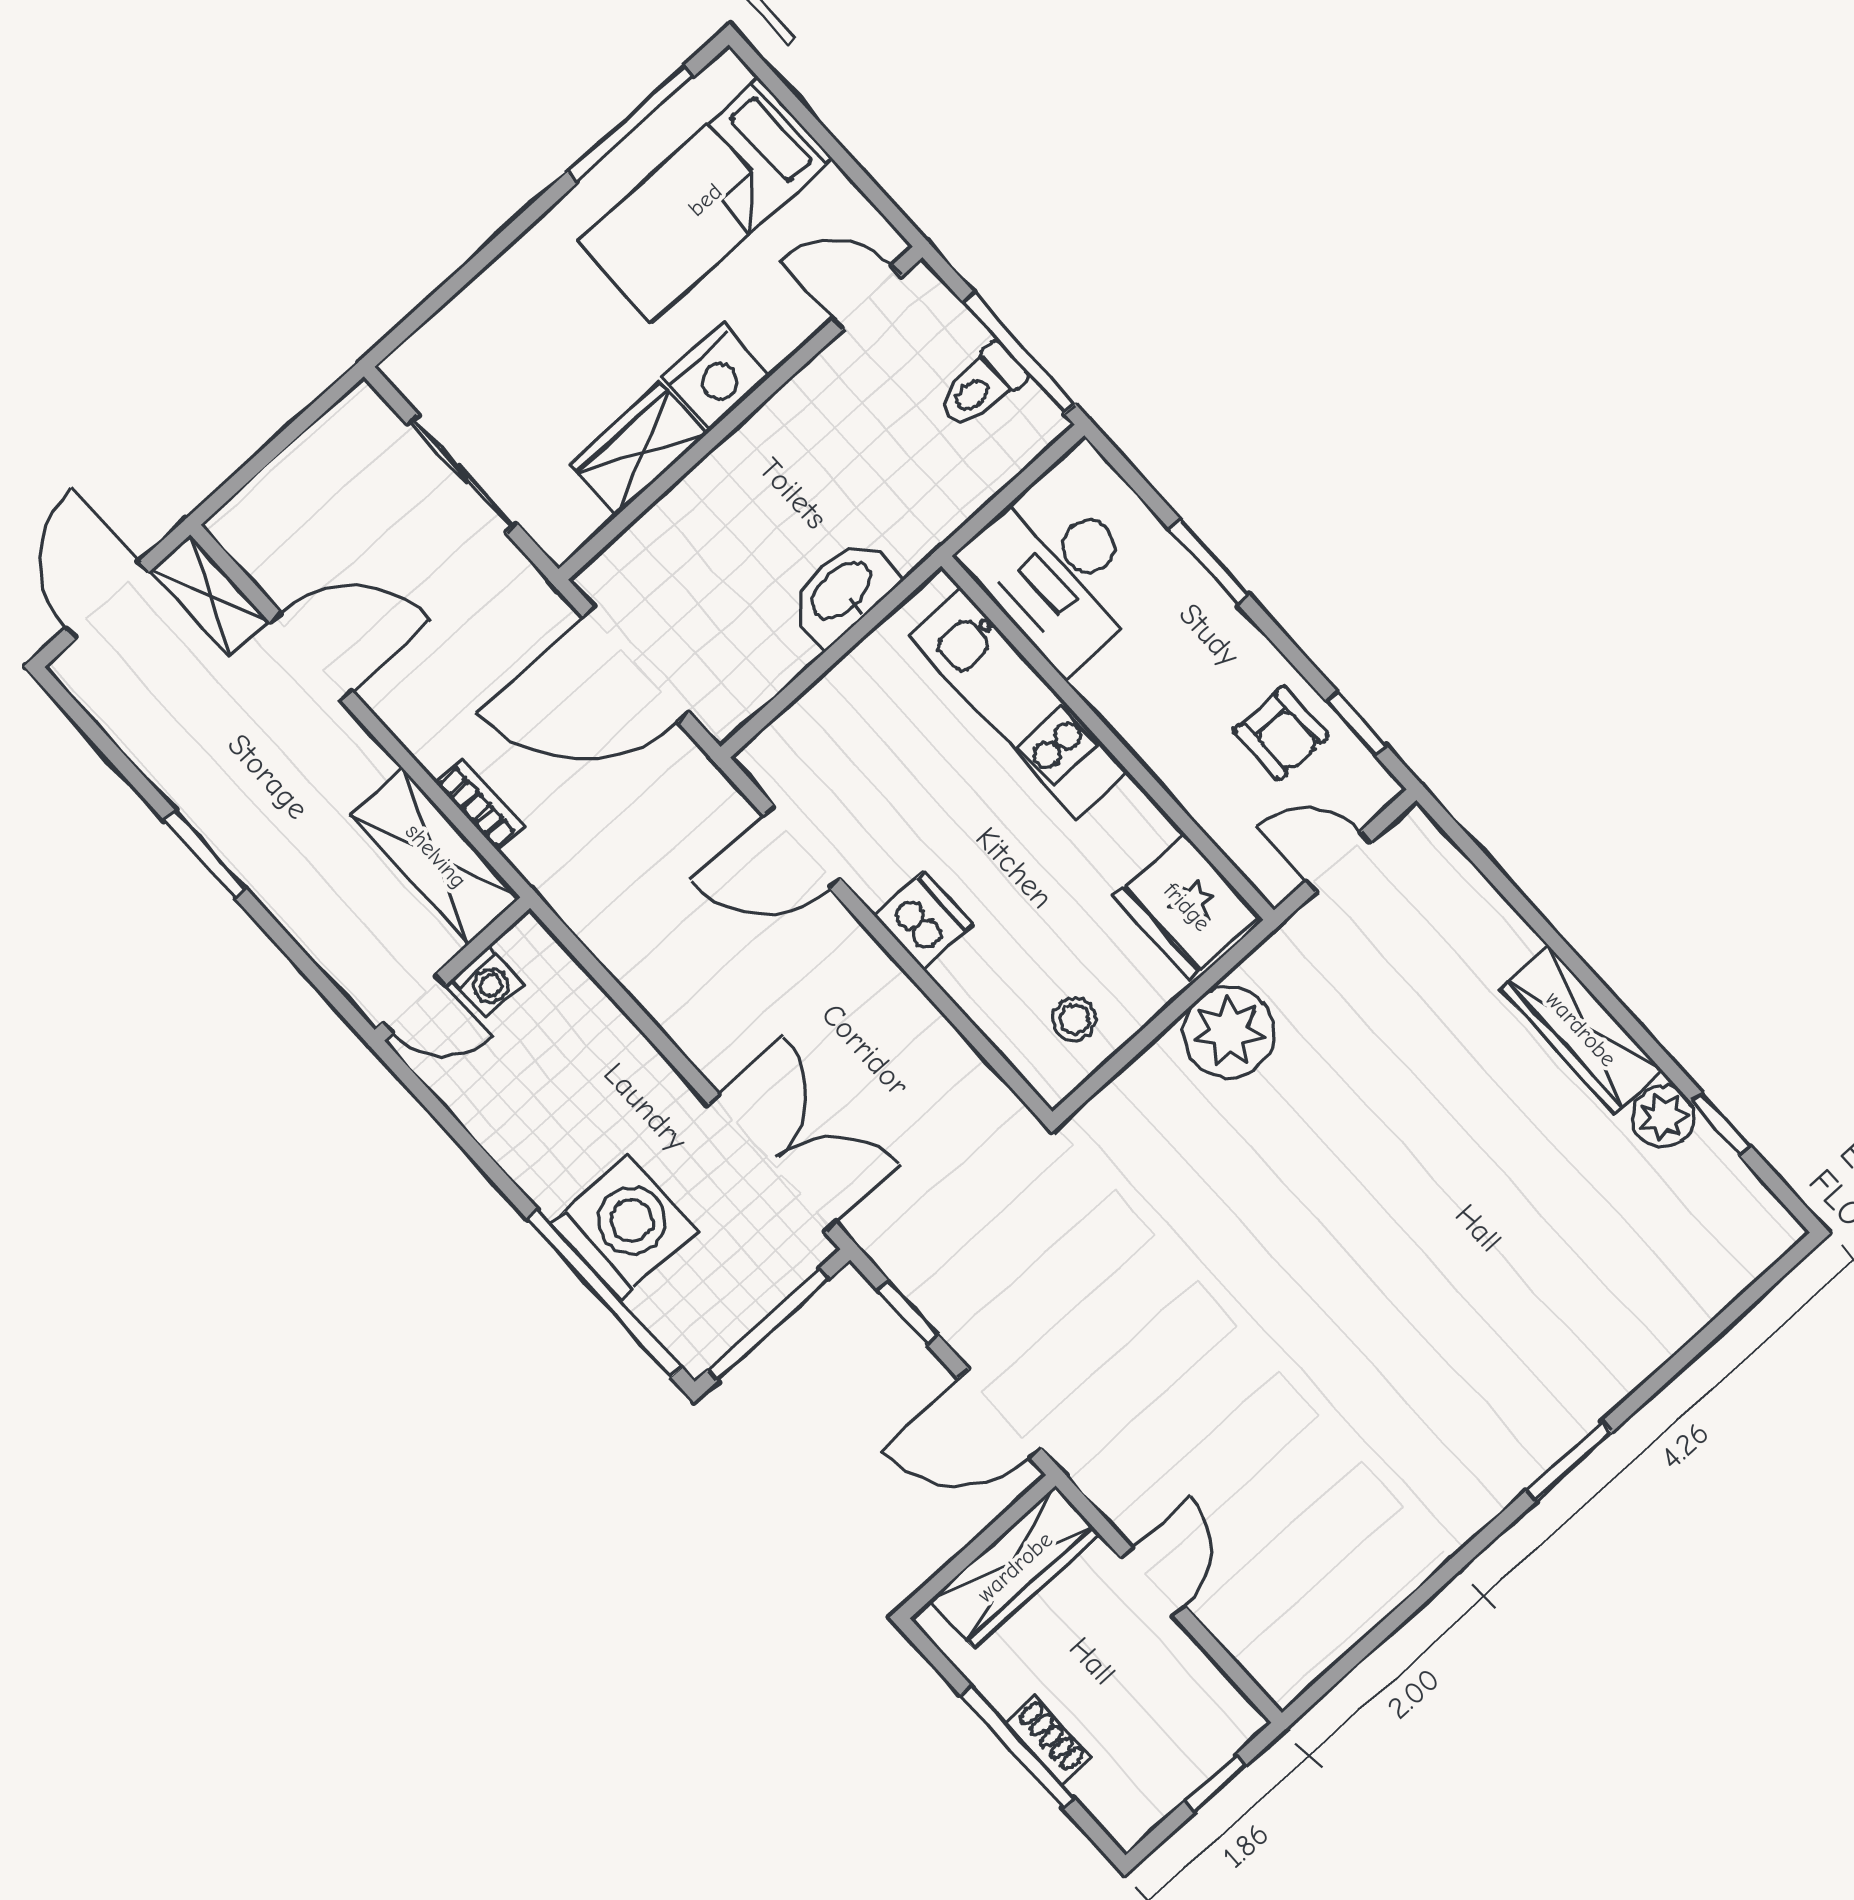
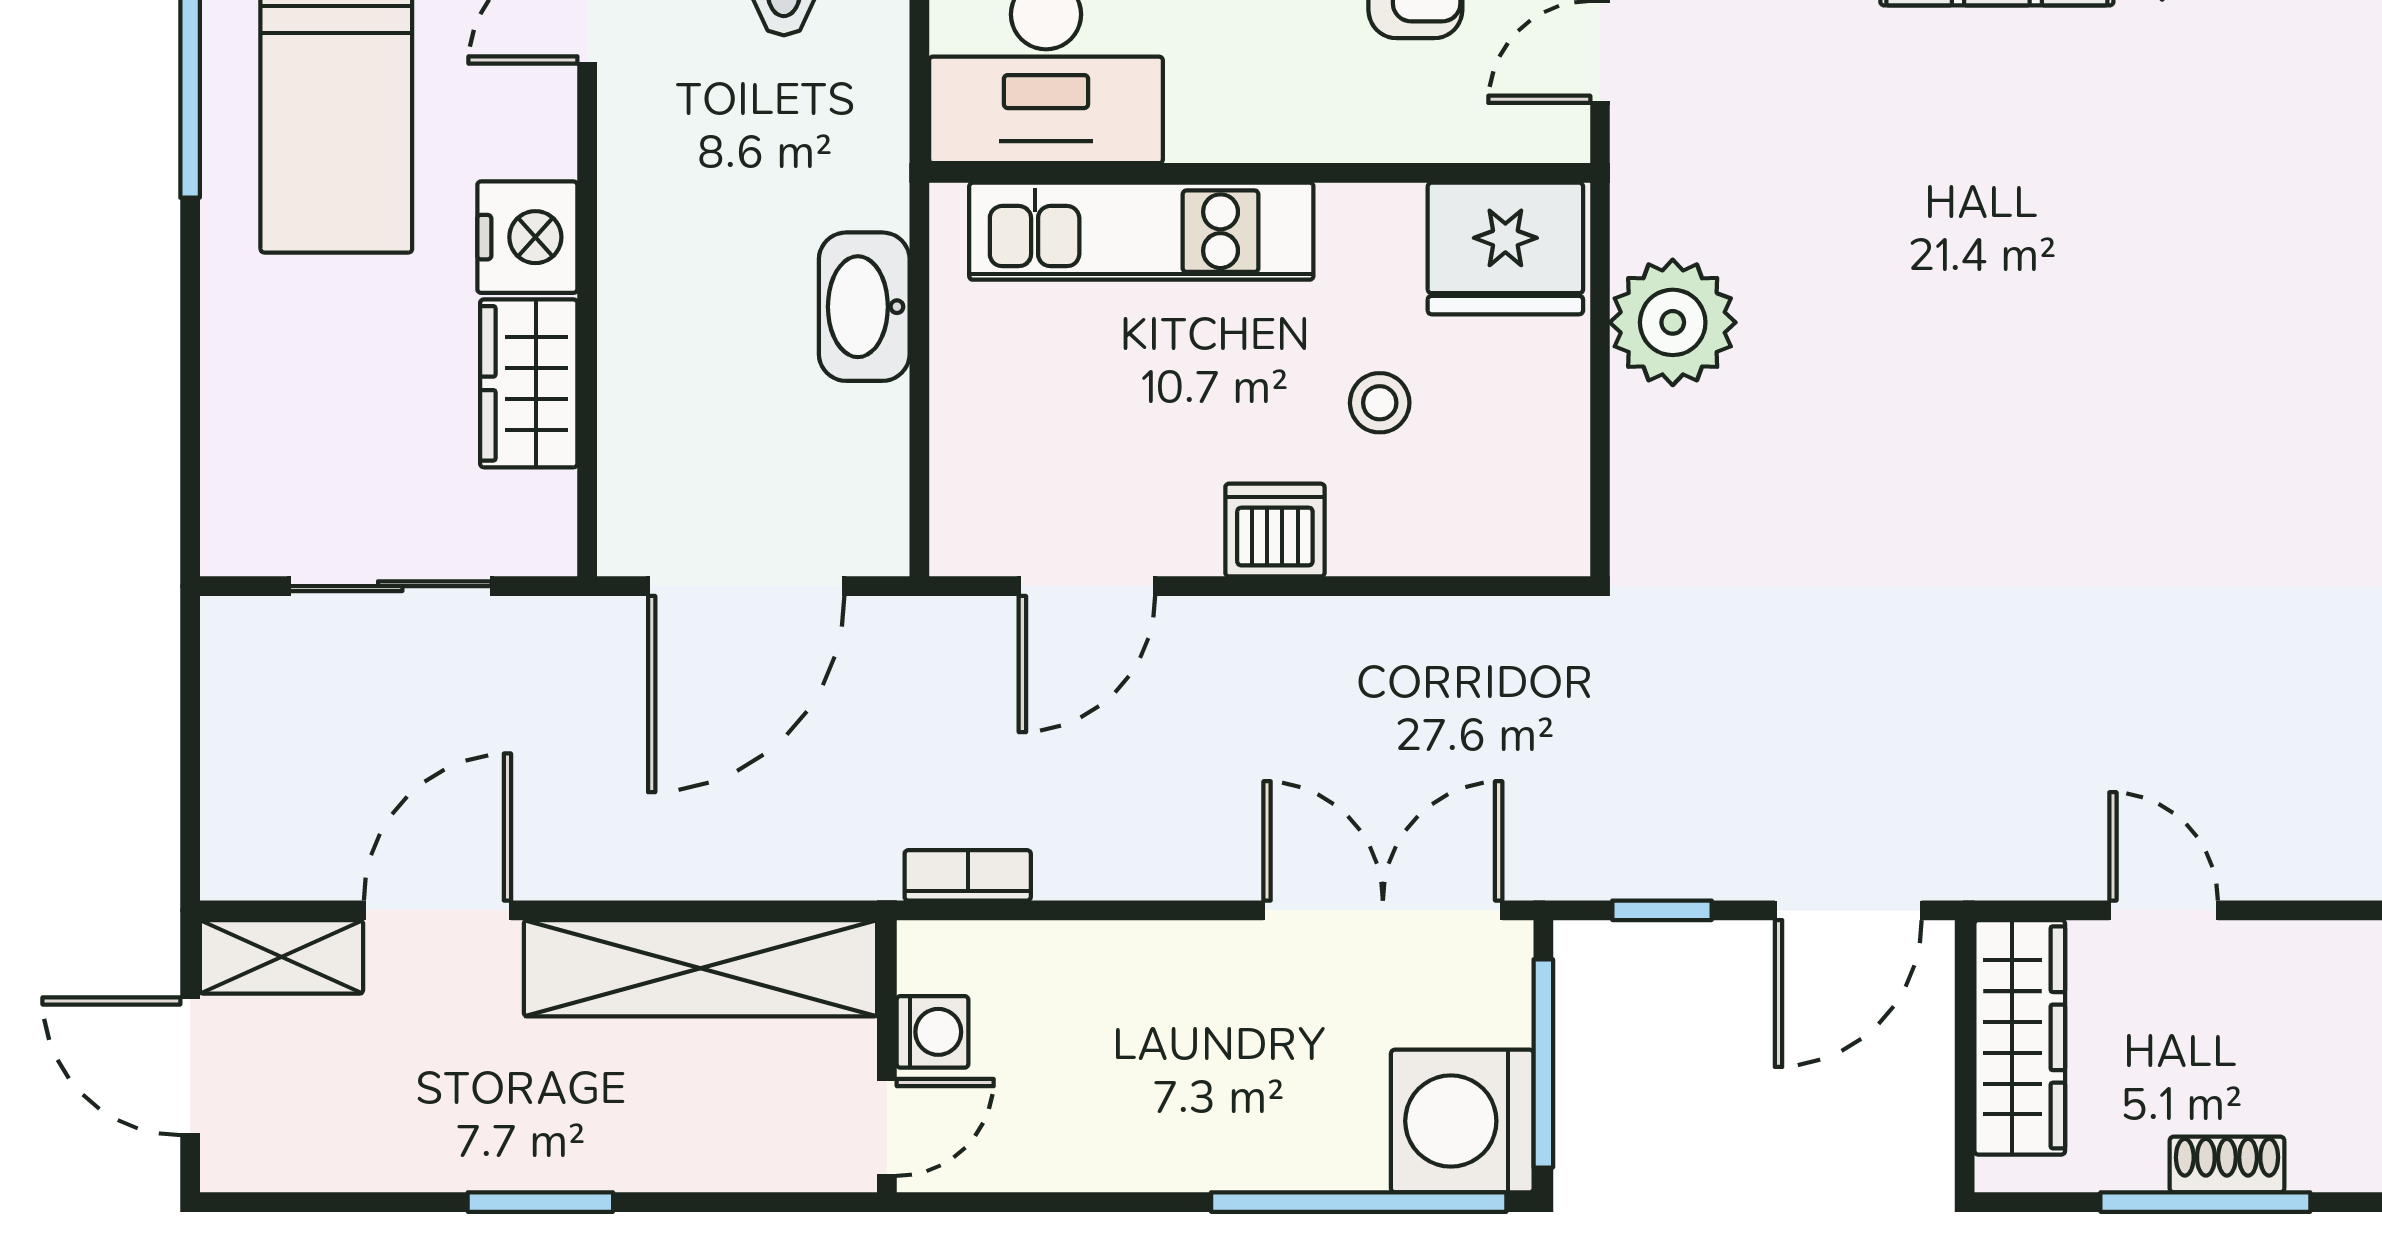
bookcase: (480, 804) -> (968, 875), moved
shelving: (436, 856) -> (701, 968), width x1.47
stool: (1075, 1019) -> (1380, 403), moved
washing machine: (624, 1227) -> (1462, 1121), moved, turned -90

